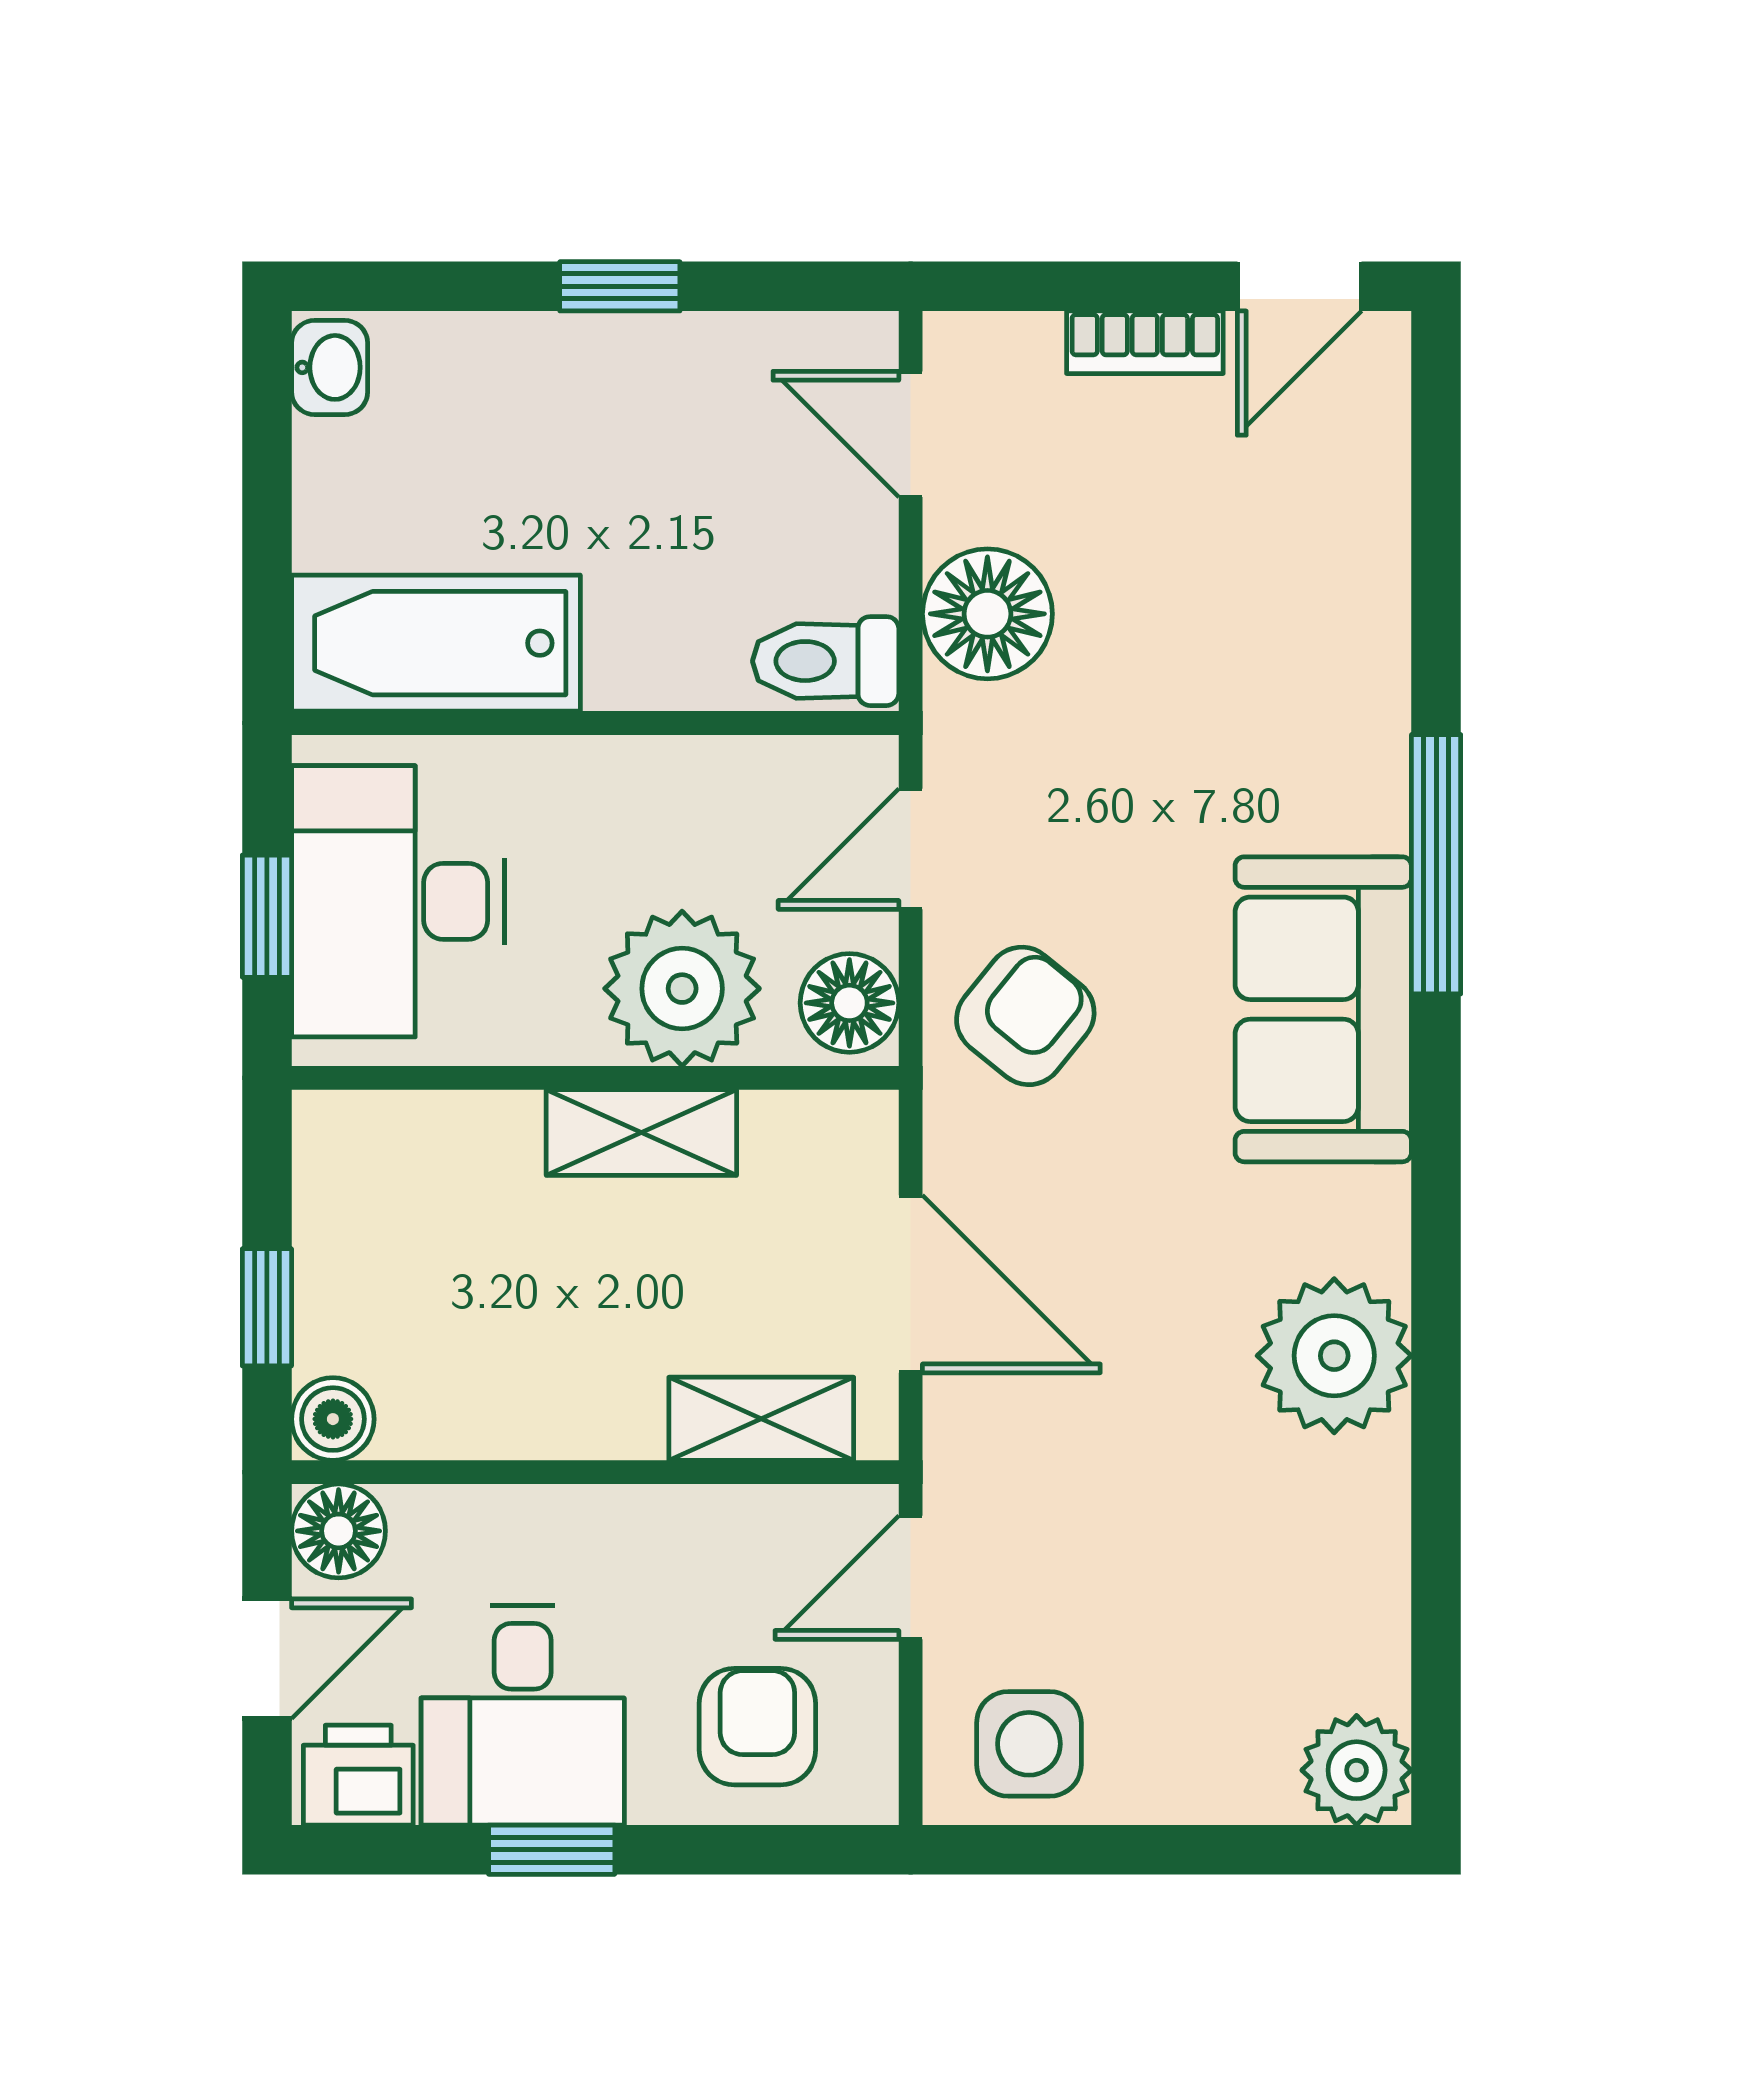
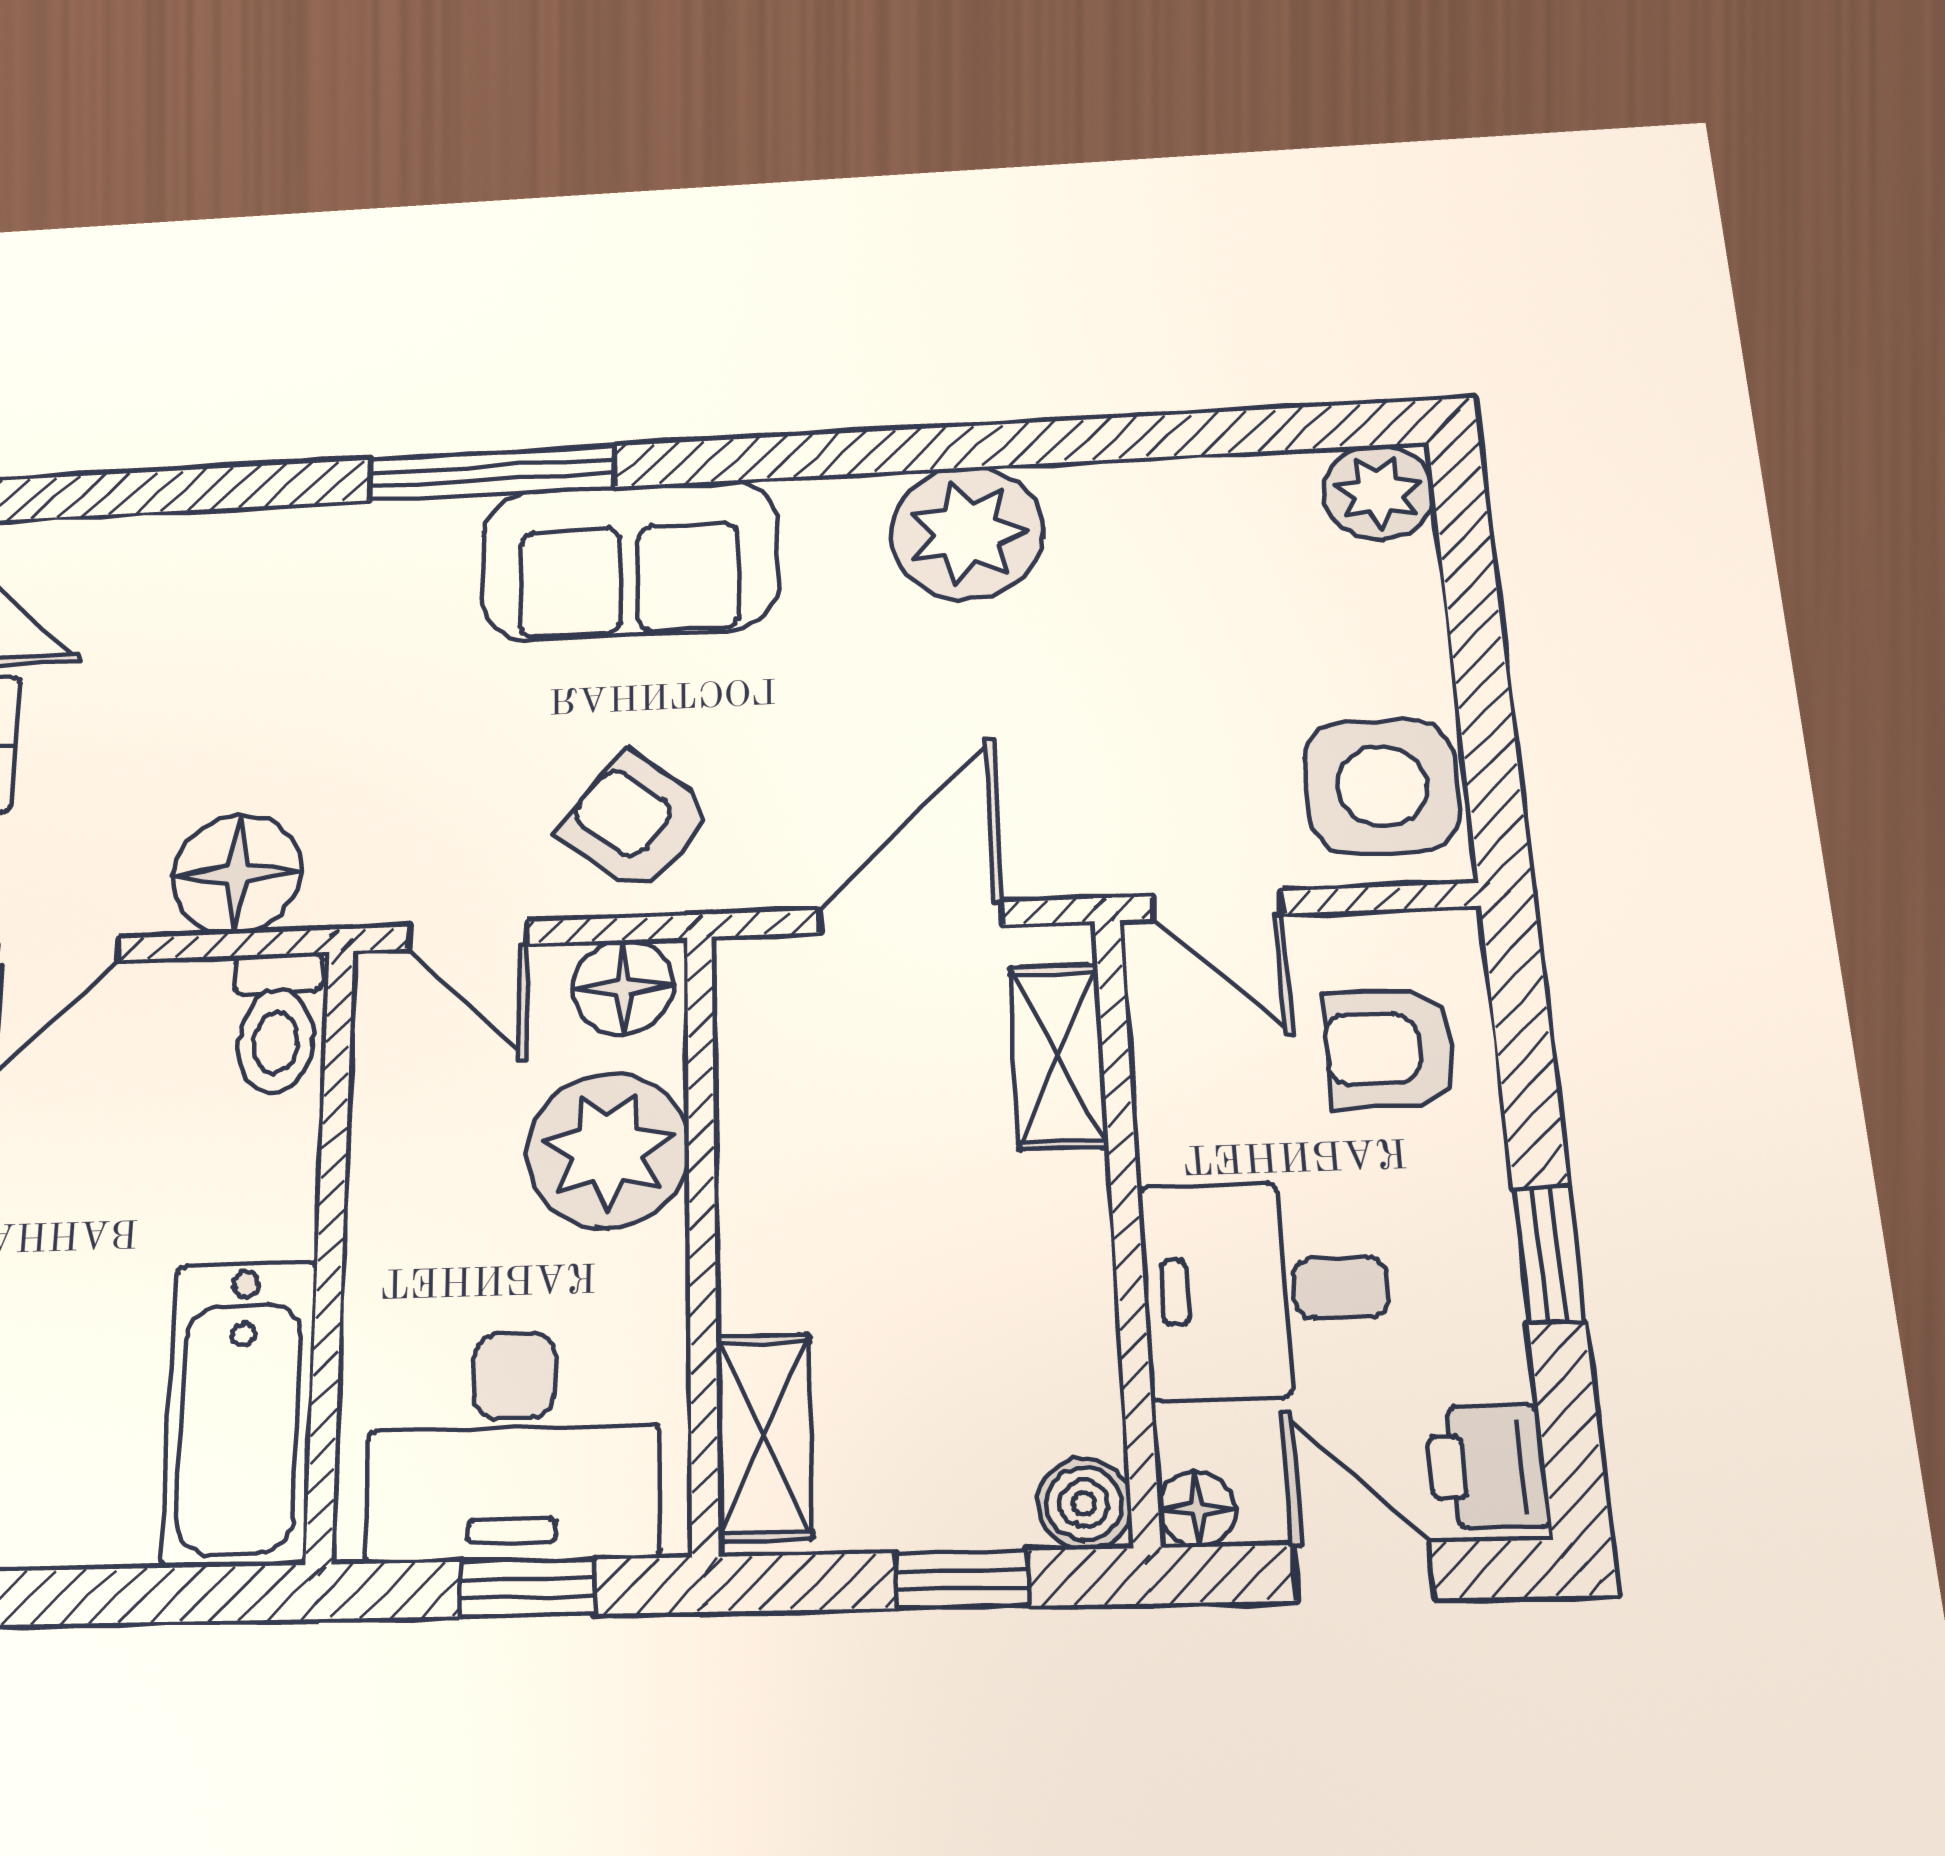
shelving: (641, 1133) -> (764, 1436), moved
floor lamp: (339, 1531) -> (1197, 1509), width x0.73, depth x0.73
desk: (523, 1715) -> (1265, 1290), moved, turned 180
side table: (1029, 1744) -> (1382, 786), width x1.37, depth x1.37

